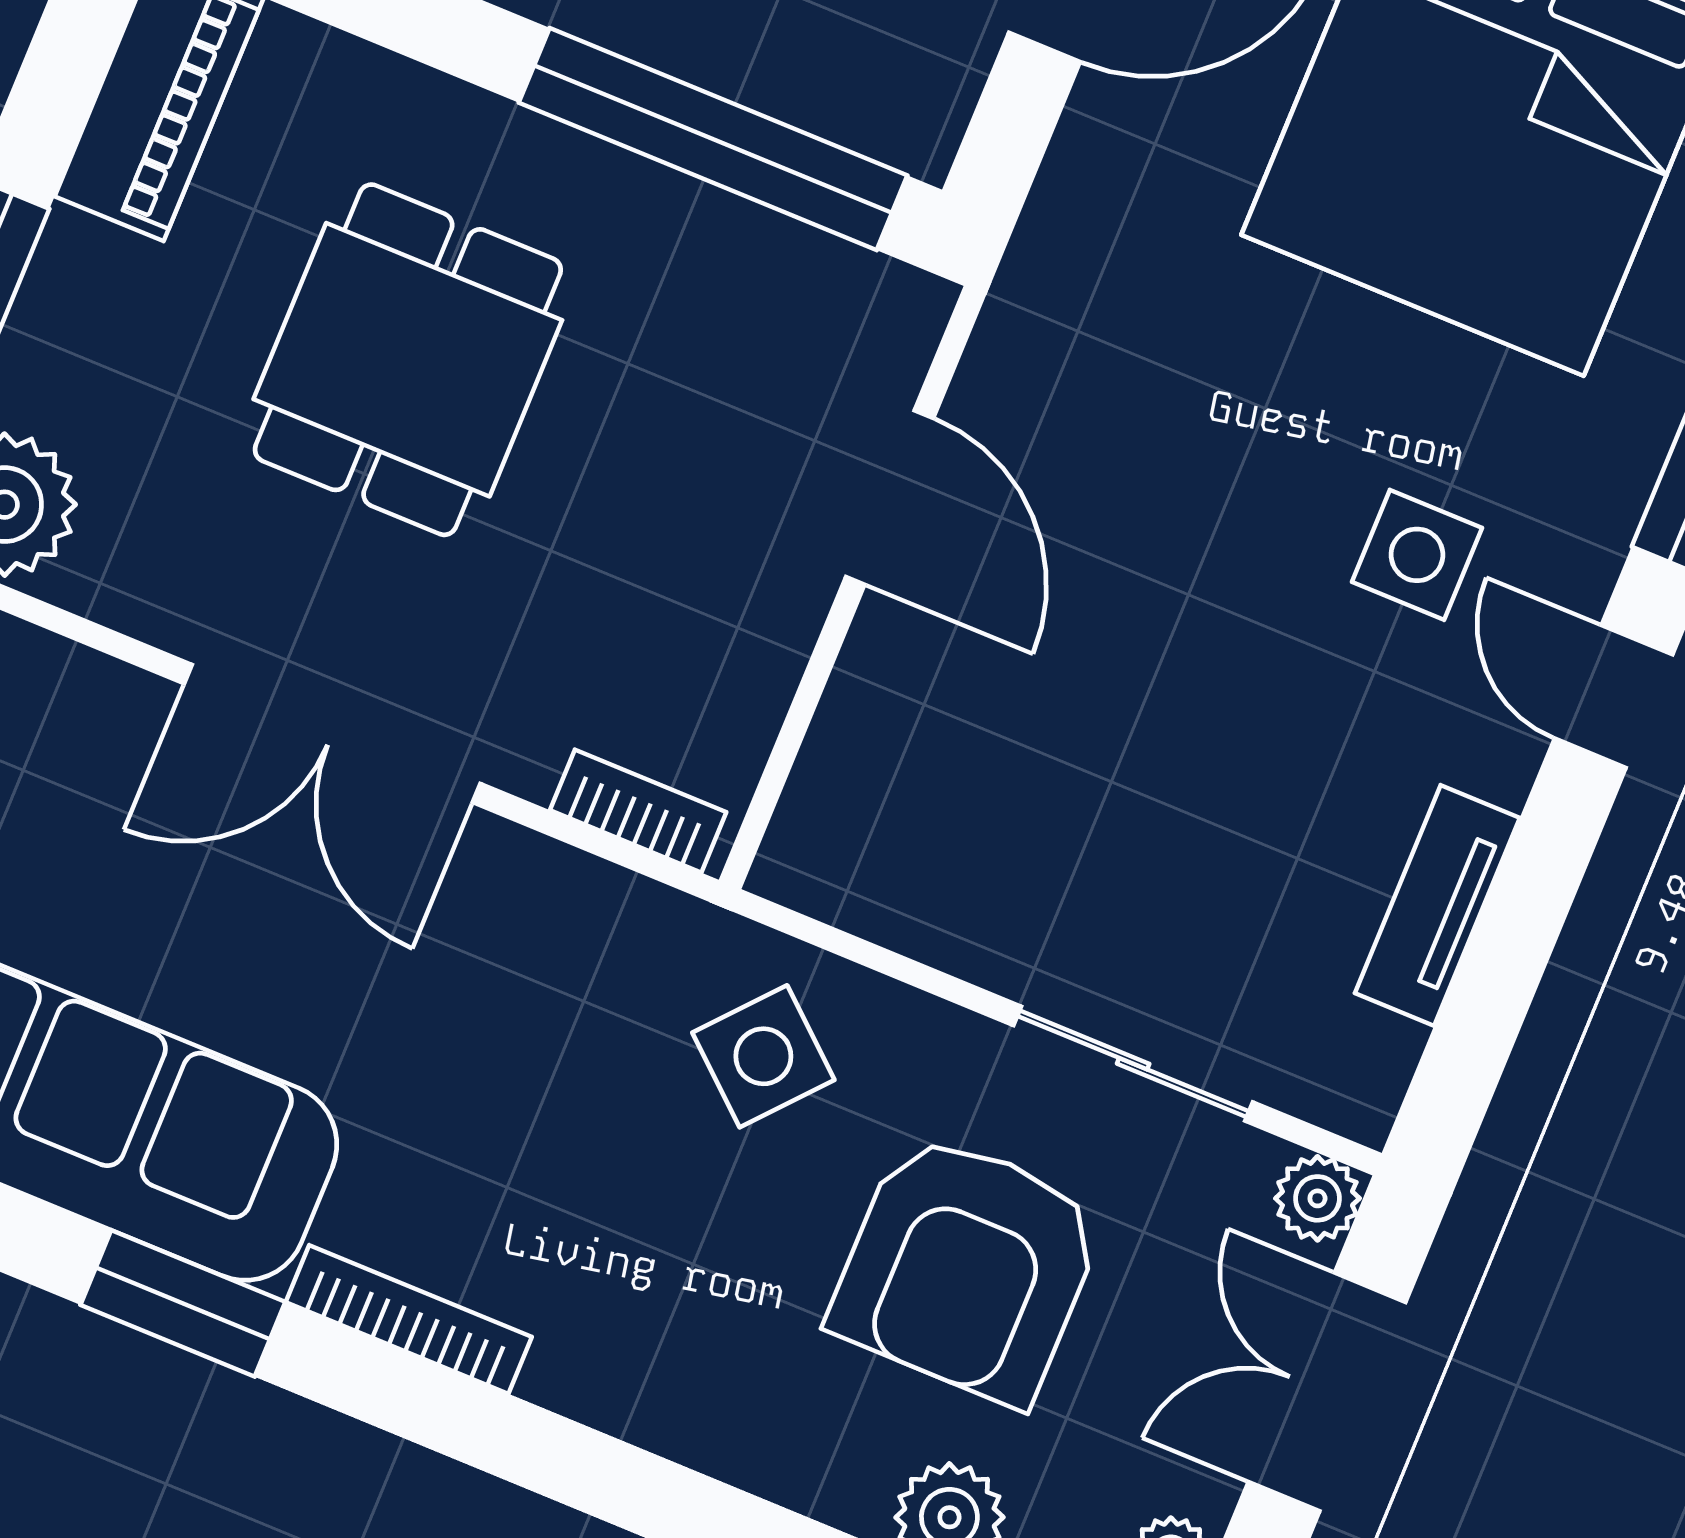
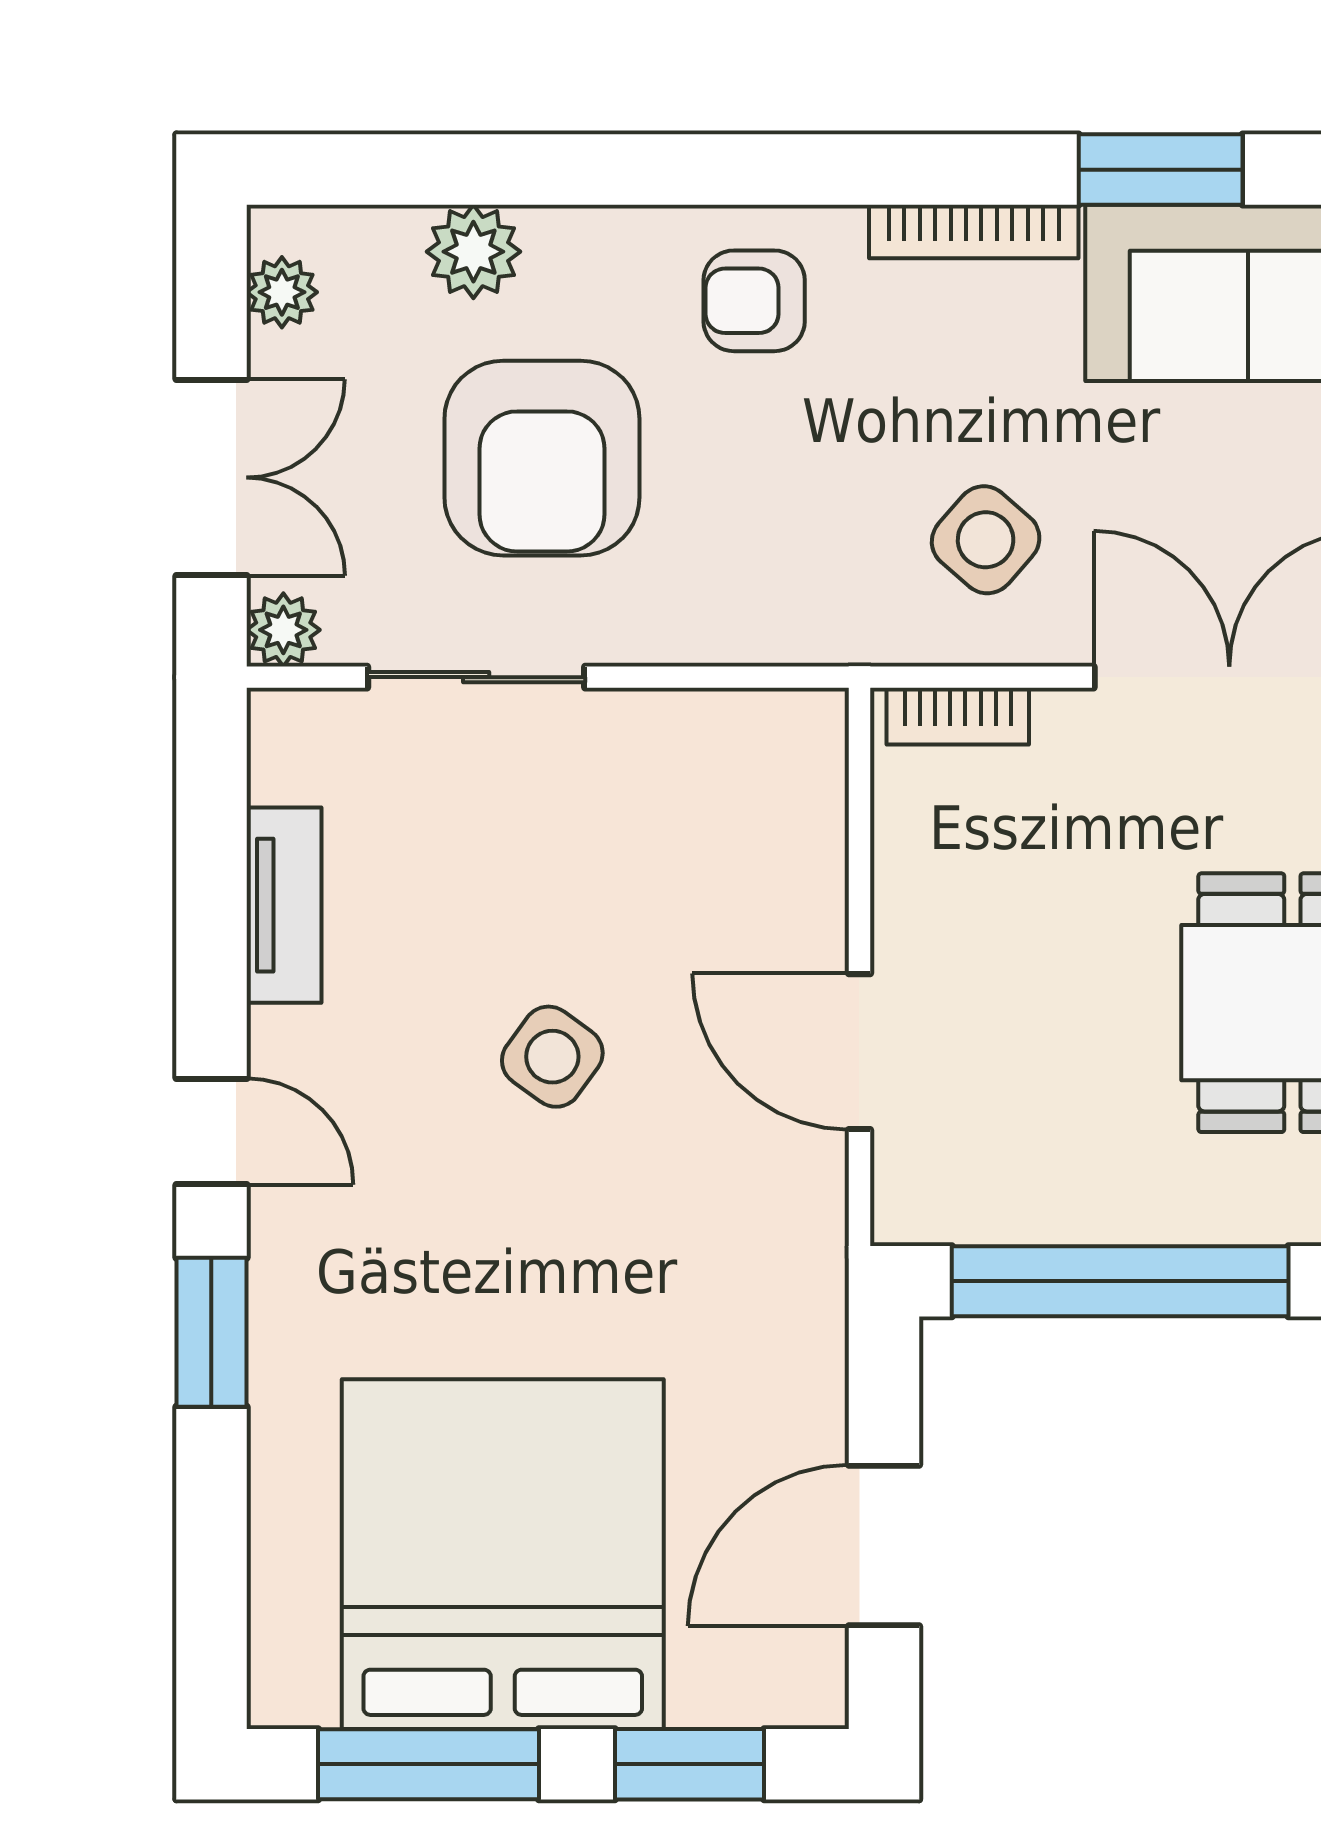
side table: (1417, 555) -> (552, 1057), moved, turned 36
side table: (763, 1056) -> (986, 540), moved
armchair: (967, 1268) -> (542, 458), turned 180
armchair: (673, 1342) -> (754, 301), added

